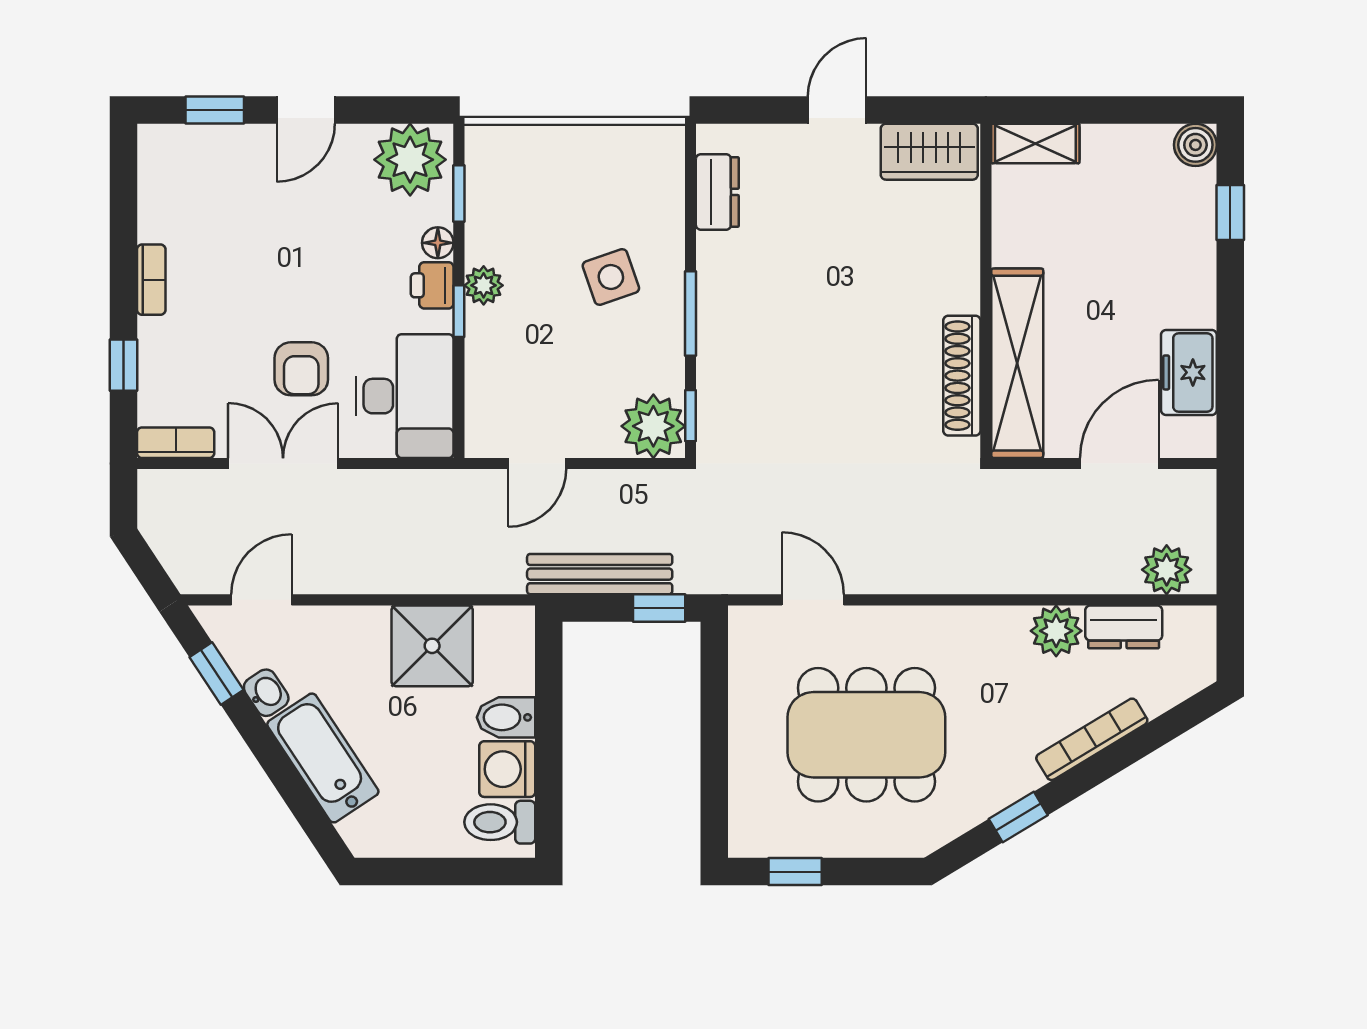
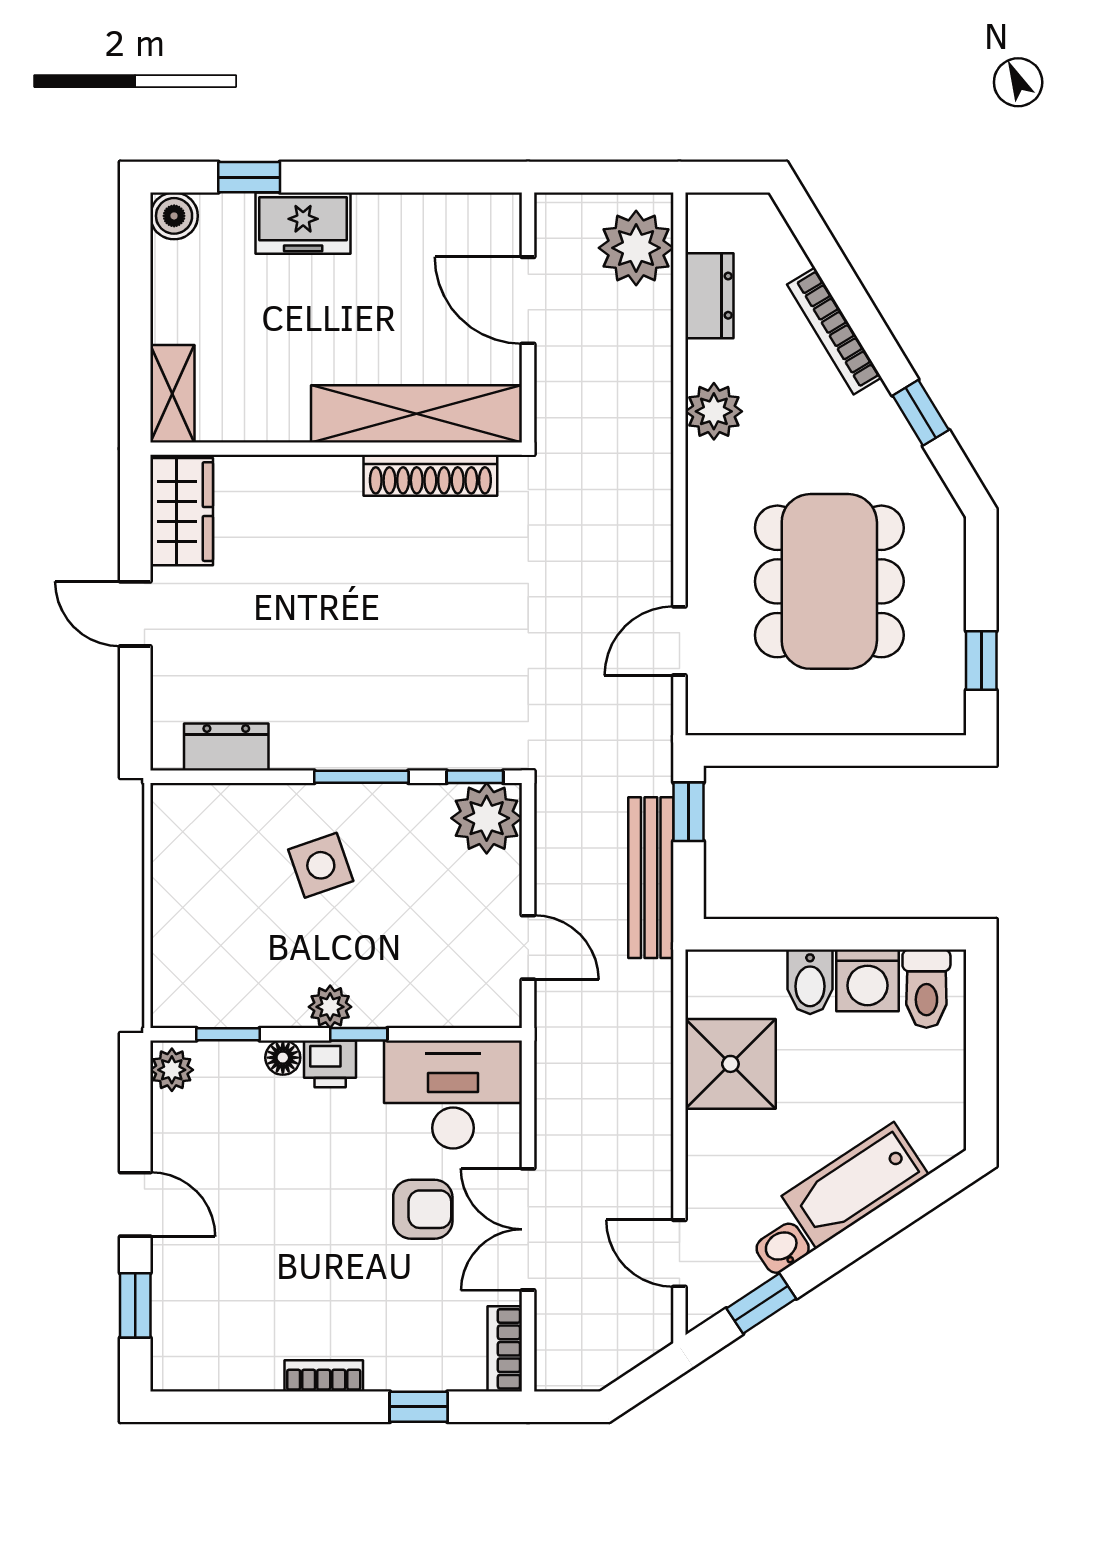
plant: (410, 160) -> (172, 1070), width x0.53, depth x0.53
freezer: (1189, 372) -> (303, 223), moved
plant: (1167, 570) -> (636, 248), width x1.36, depth x1.36
plant: (1056, 631) -> (714, 411), moved

